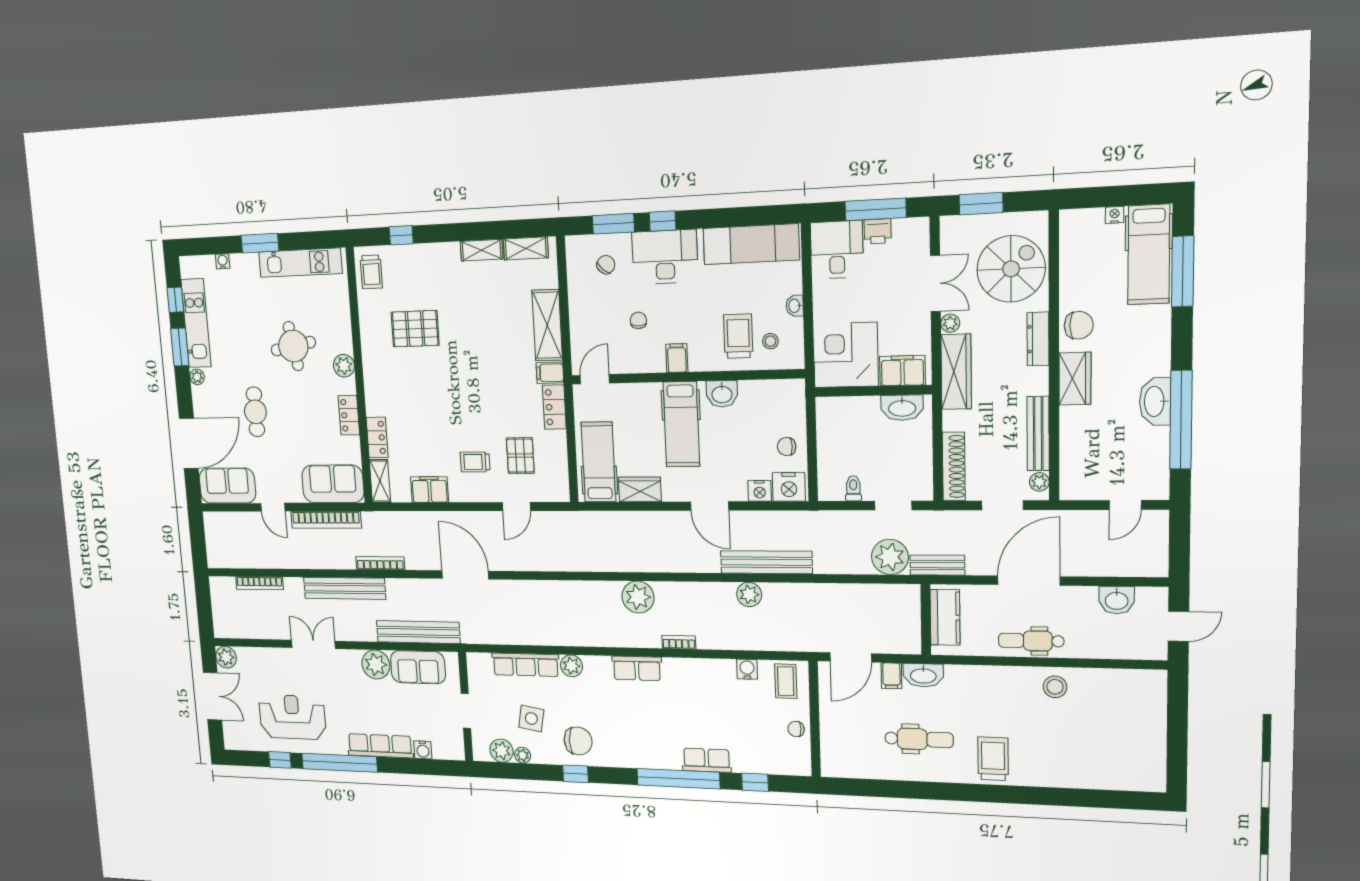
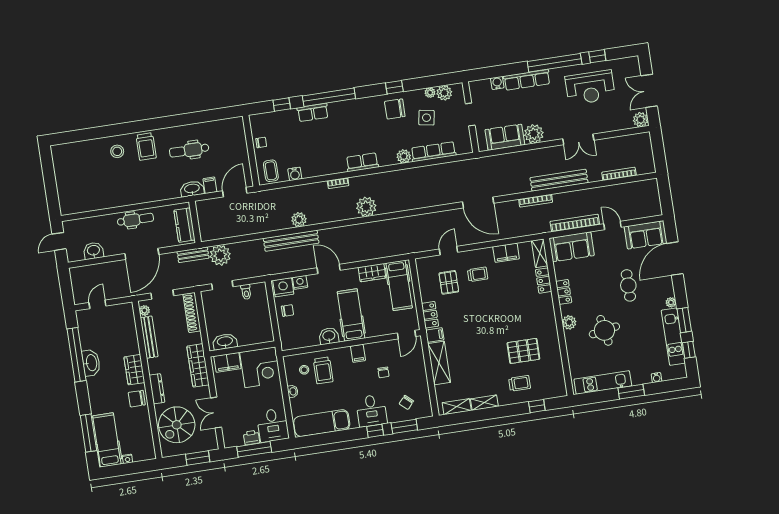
desk: (665, 257) -> (371, 411), width x0.73
trolley: (371, 272) -> (520, 383), moved, turned 90
plant: (950, 323) -> (205, 392), removed
bench: (418, 632) -> (507, 160), removed
stool: (1055, 687) -> (117, 151), moved

